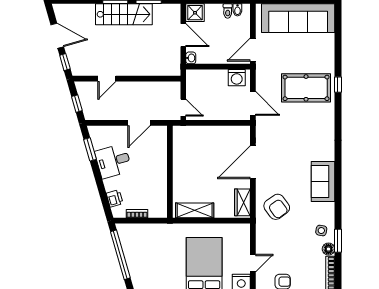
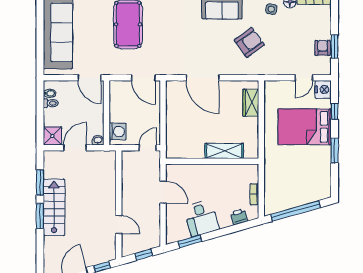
washing machine: (237, 78) -> (118, 132), moved
door: (253, 103) -> (143, 78), swing flipped
wardrobe: (242, 202) -> (251, 103), moved, turned 90
armchair: (277, 207) -> (249, 42), moved
shelving: (195, 210) -> (224, 151), moved, turned 90
door: (253, 263) -> (304, 78), swing flipped

